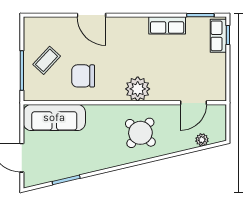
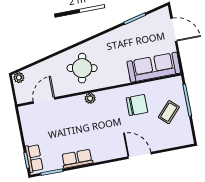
plant: (138, 89) -> (90, 98), width x0.53, depth x0.53
round table: (140, 133) -> (82, 68), turned -30
plant: (202, 140) -> (19, 78), moved

